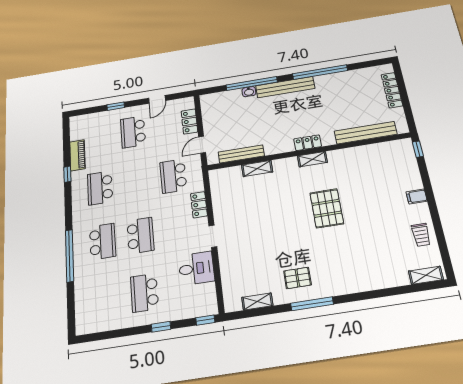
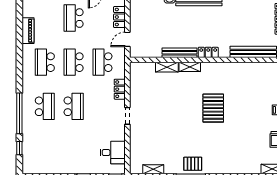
bench: (241, 154) -> (180, 53), moved
shelving: (312, 159) -> (190, 67), moved
window: (67, 174) -> (19, 148), moved
desk: (196, 268) -> (113, 153), moved
pallet: (297, 278) -> (193, 164), moved
school desk: (144, 293) -> (74, 62), moved

